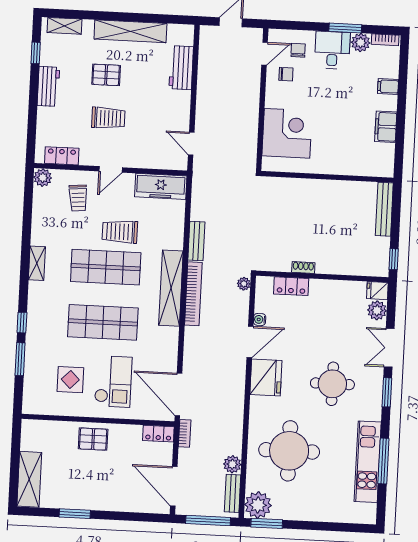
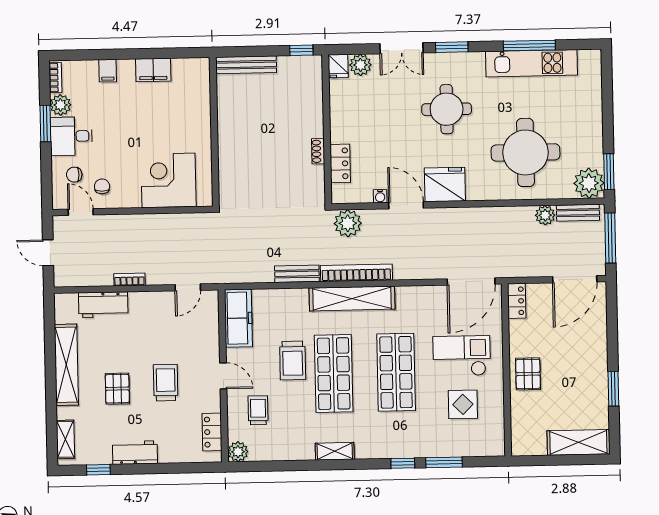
trolley: (78, 198) -> (258, 410), turned -85
plant: (244, 284) -> (348, 223), width x1.88, depth x1.88
bookcase: (185, 433) -> (129, 280), moved

